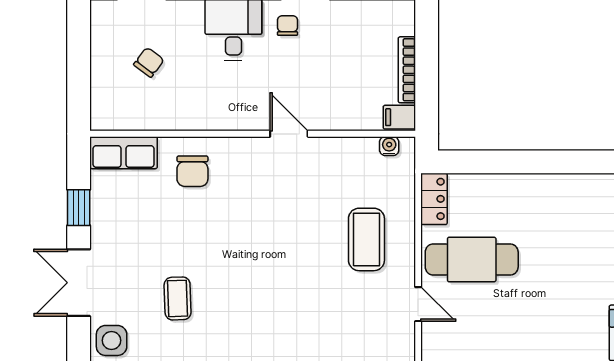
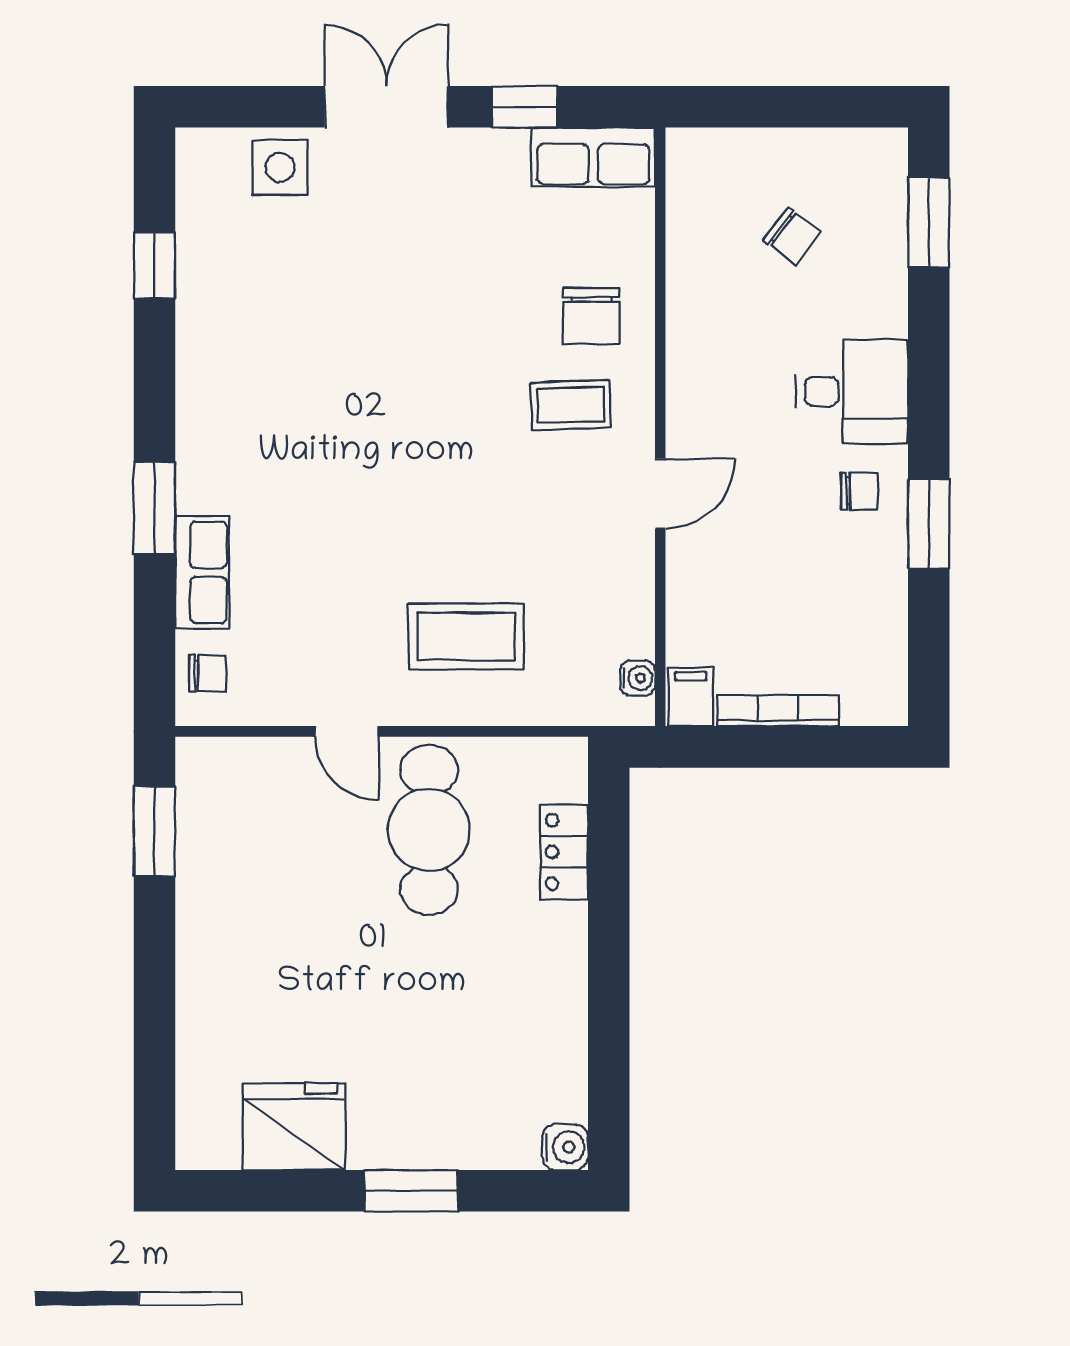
row of seats: (123, 153) -> (593, 157), moved, turned -90
chair: (192, 171) -> (591, 316), turned -90
locker: (434, 199) -> (564, 852), moved, turned 90
coffee table: (178, 298) -> (571, 405), moved
door: (418, 304) -> (347, 731), hinge flipped

